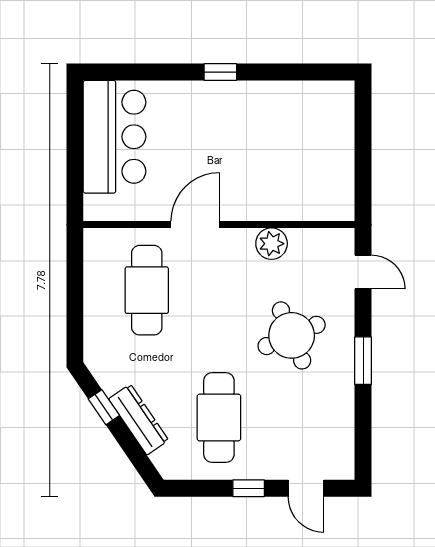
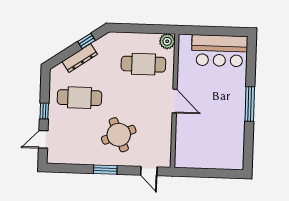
window: (220, 72) -> (250, 104), width x2.17
door: (195, 225) -> (175, 101), moved
plant: (272, 244) -> (167, 41), moved
door: (363, 272) -> (149, 171), hinge flipped

